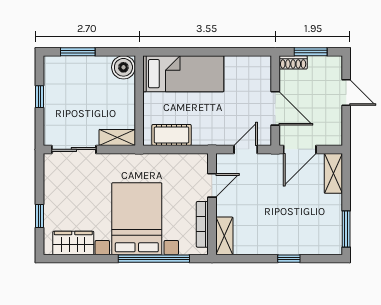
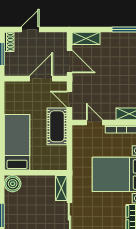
shoe rack: (293, 62) -> (9, 42), moved
cot: (172, 135) -> (57, 126), moved, width x1.37, depth x1.34

